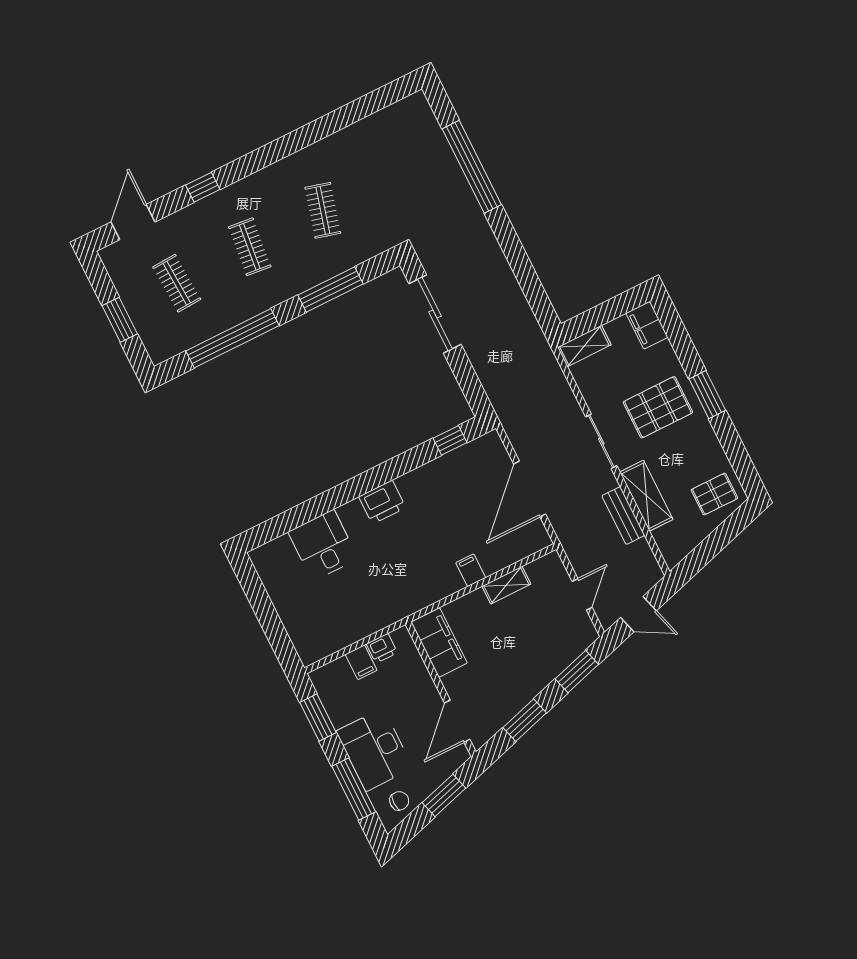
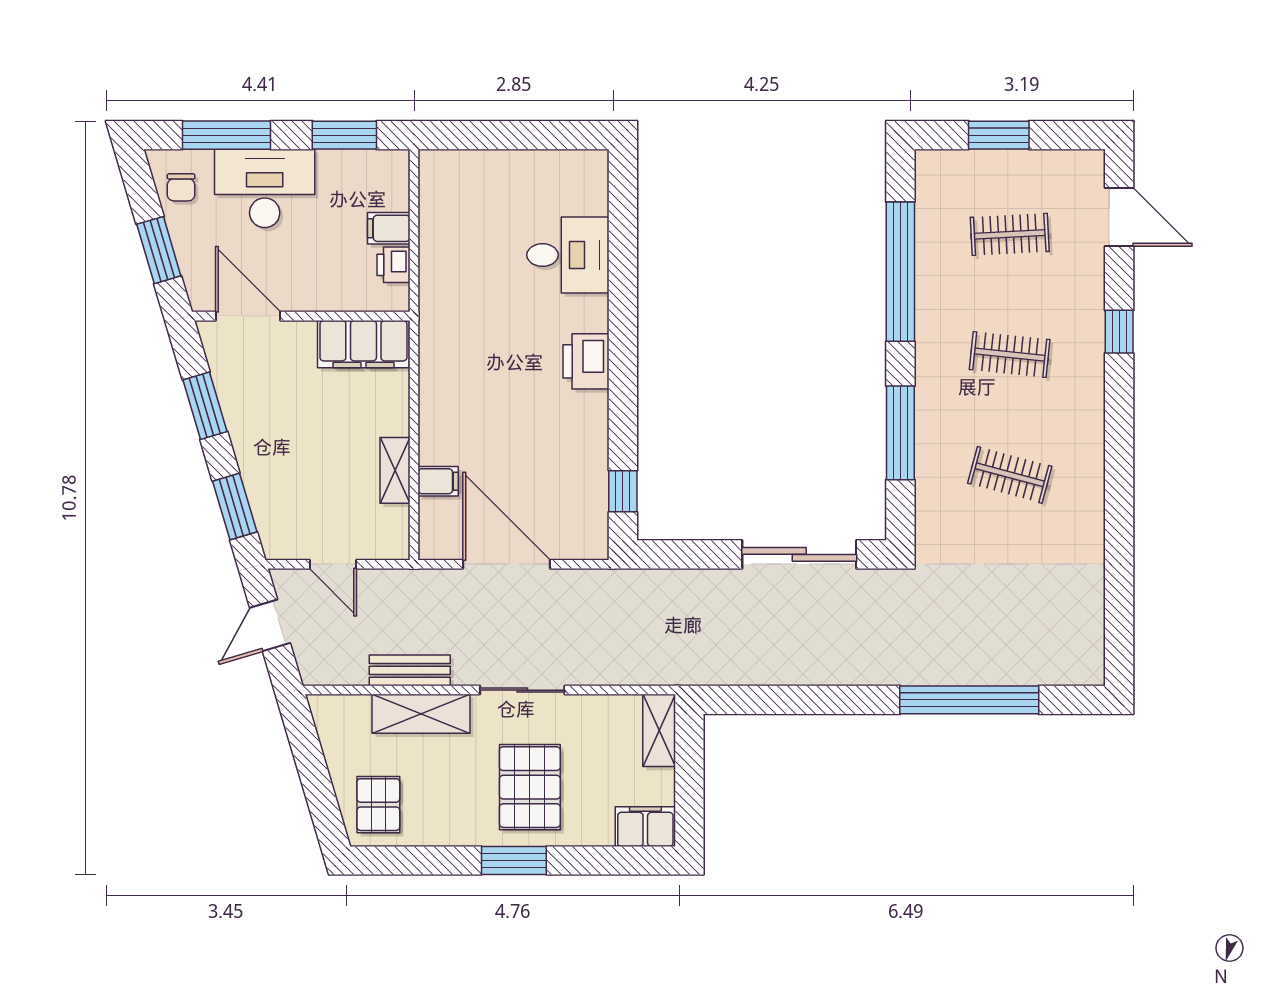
filing cabinet: (471, 570) -> (438, 481), moved

